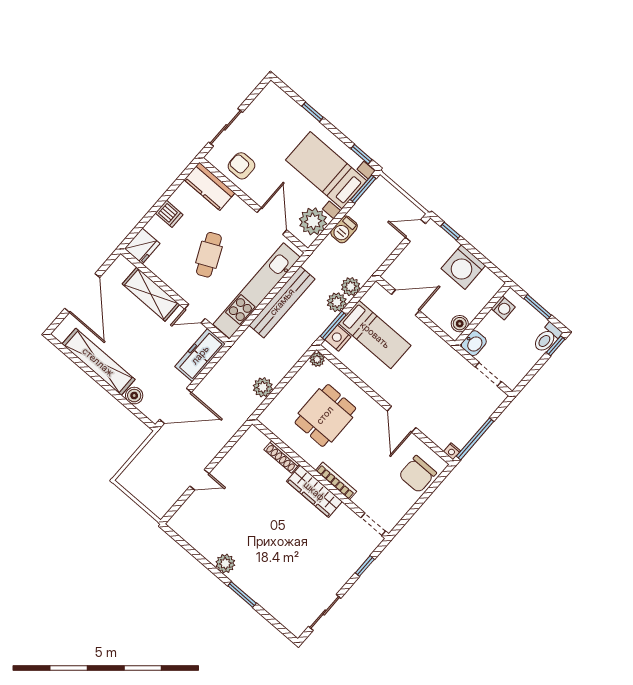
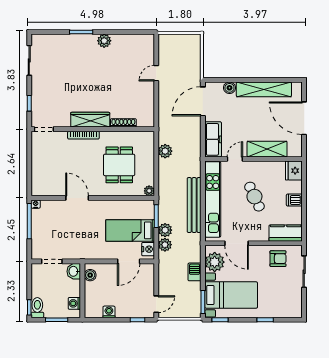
washing machine: (463, 267) -> (109, 312), width x0.53, depth x0.53
nightstand: (338, 338) -> (148, 249), moved
chair: (418, 474) -> (43, 176), removed

